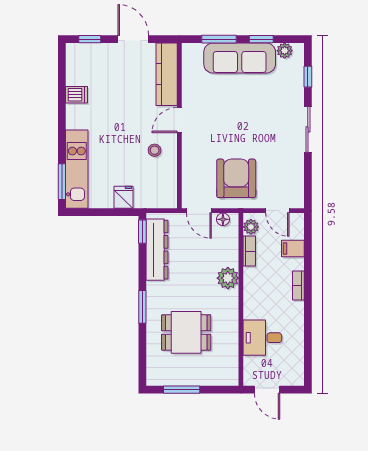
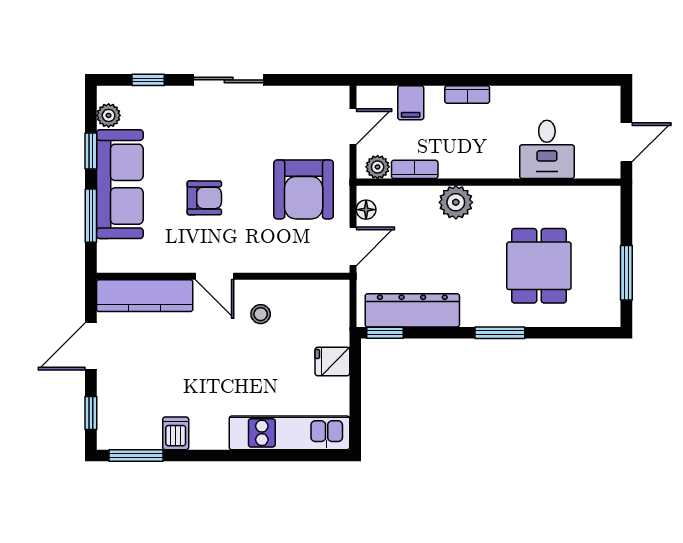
armchair: (231, 113) -> (204, 198), added
armchair: (236, 178) -> (304, 189), turned -90
window: (62, 182) -> (136, 456), moved

